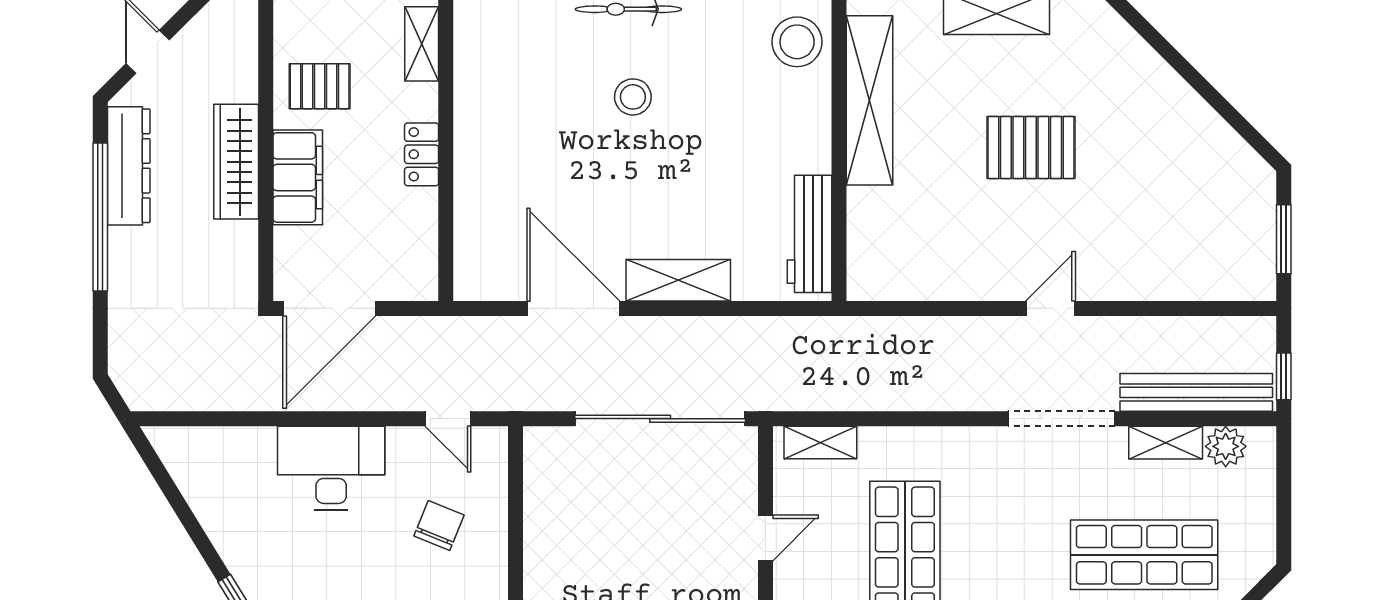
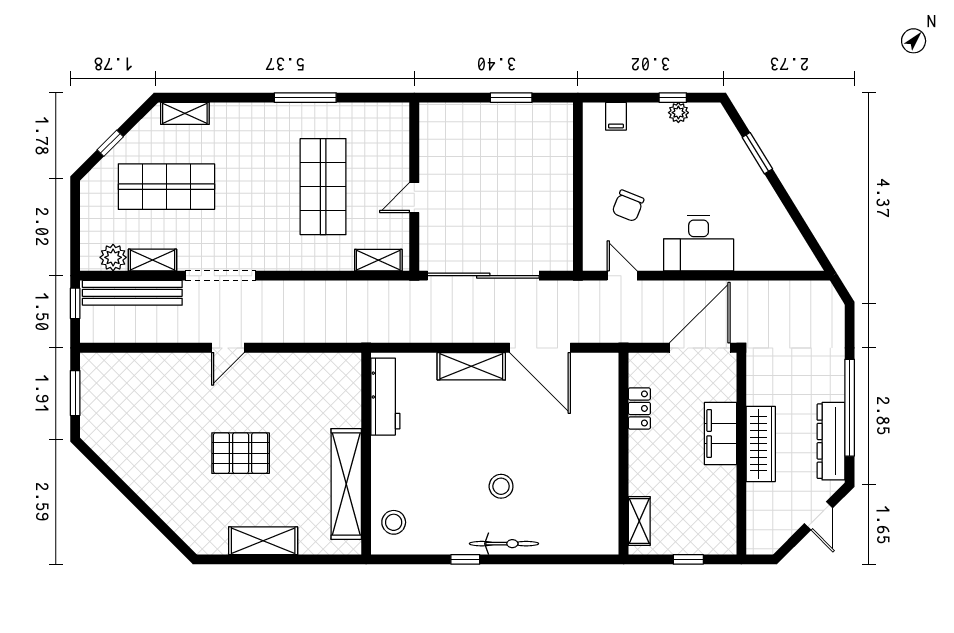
stool: (797, 42) -> (394, 522), width x0.73, depth x0.73
pallet: (320, 86) -> (706, 493), removed
locker: (422, 154) -> (639, 408), moved

